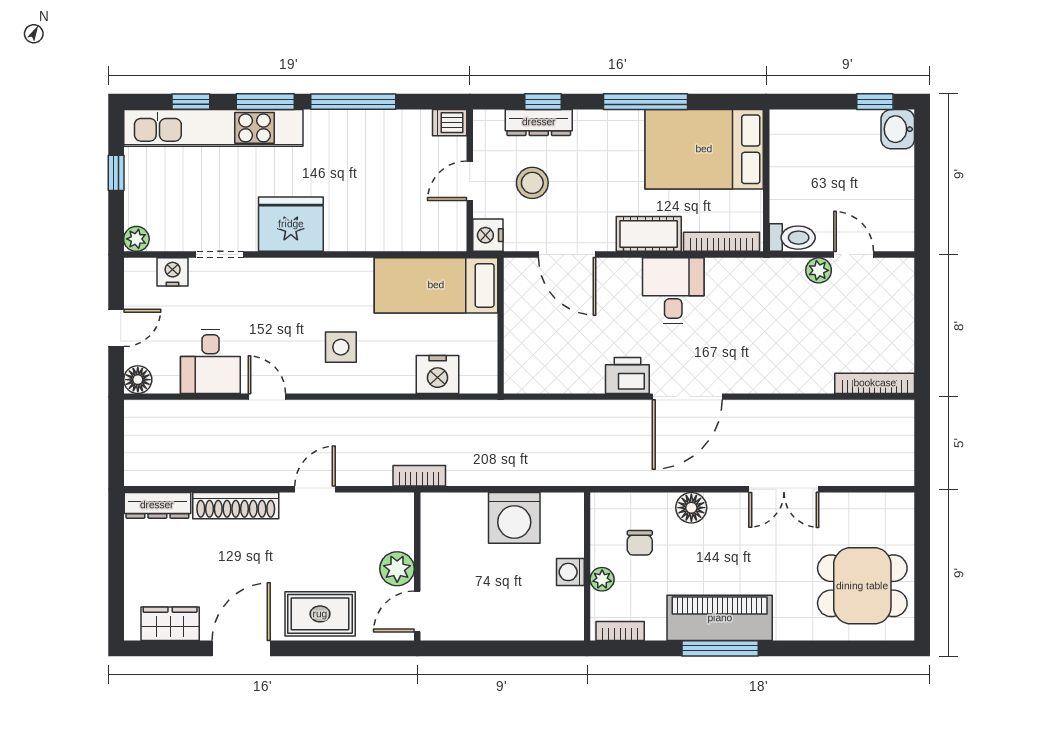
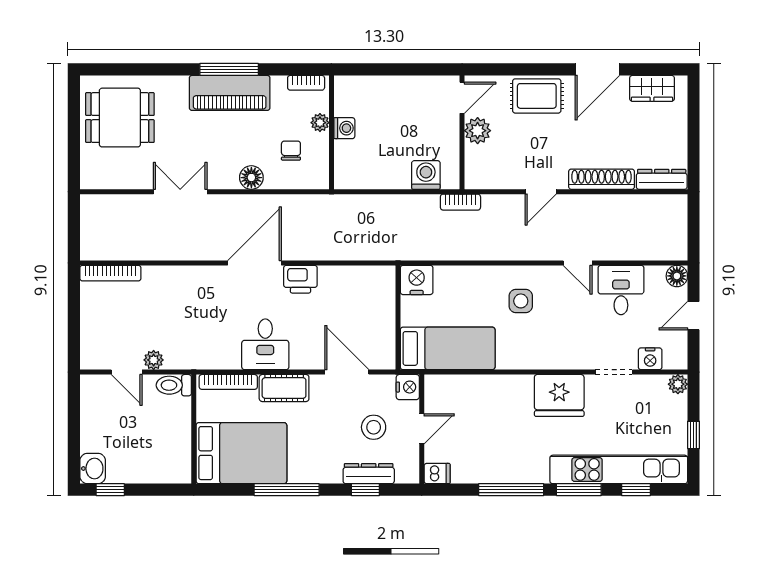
nightstand: (438, 375) -> (417, 280), moved
washing machine: (514, 518) -> (426, 175), moved, width x0.73, depth x0.73

